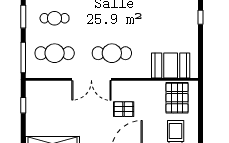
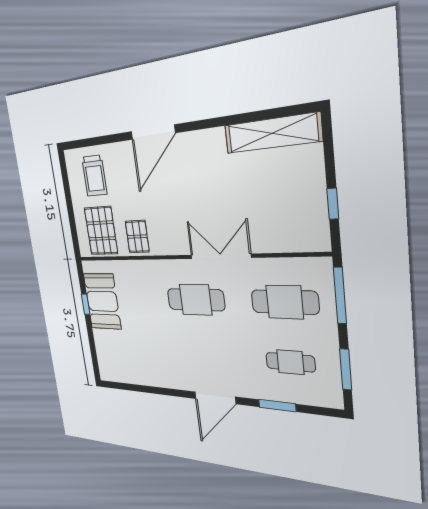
window: (200, 17) -> (86, 304), moved
booth: (171, 65) -> (102, 301), moved, turned 90
pallet: (124, 109) -> (137, 237), moved, turned 90

